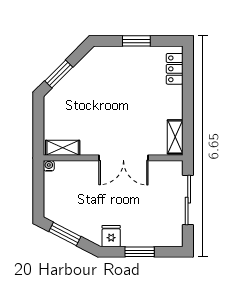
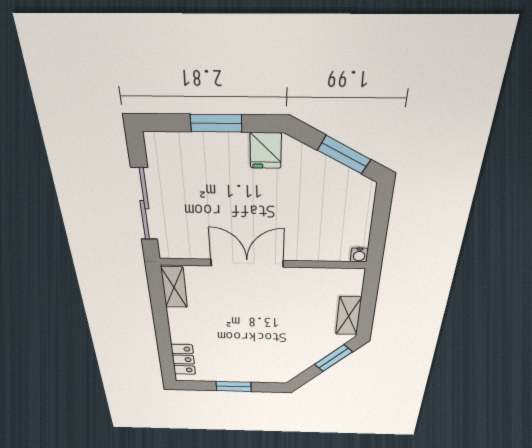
shelving: (63, 148) -> (348, 316), moved, turned 90

